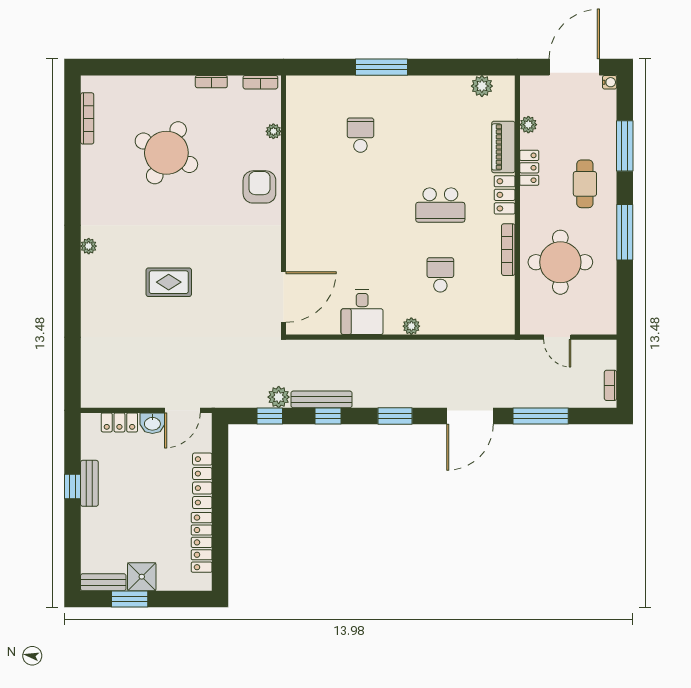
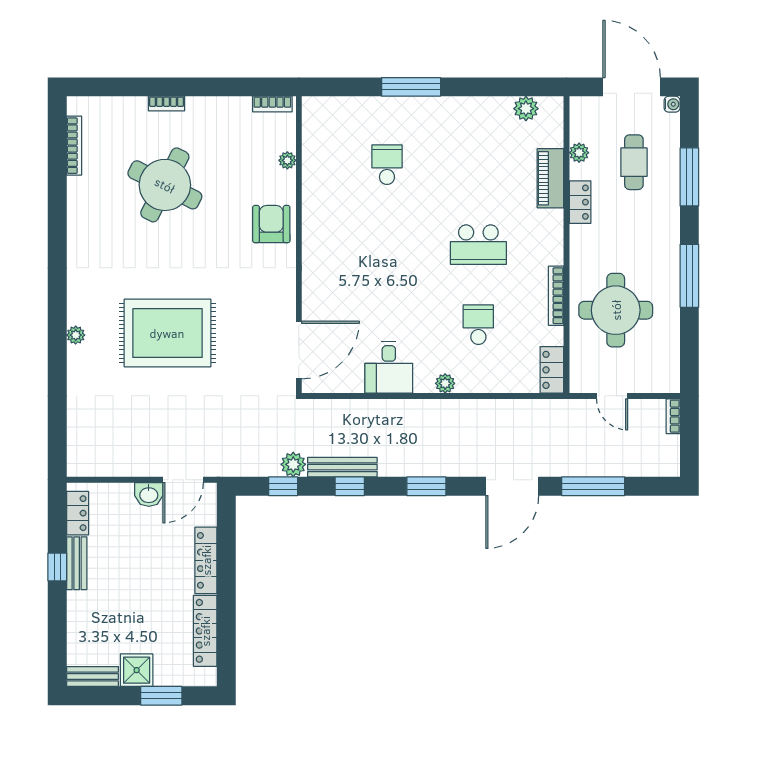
door: (574, 67) -> (632, 87), hinge flipped
bookcase: (211, 82) -> (167, 103), moved
cafe table: (585, 184) -> (634, 162), moved
locker: (505, 195) -> (552, 370), moved
plant: (89, 246) -> (76, 335), moved
rug: (169, 282) -> (167, 333), width x1.86, depth x2.06
bookcase: (610, 385) -> (673, 416), moved
locker: (119, 422) -> (78, 513), moved, turned -90
window: (130, 599) -> (161, 696), moved

